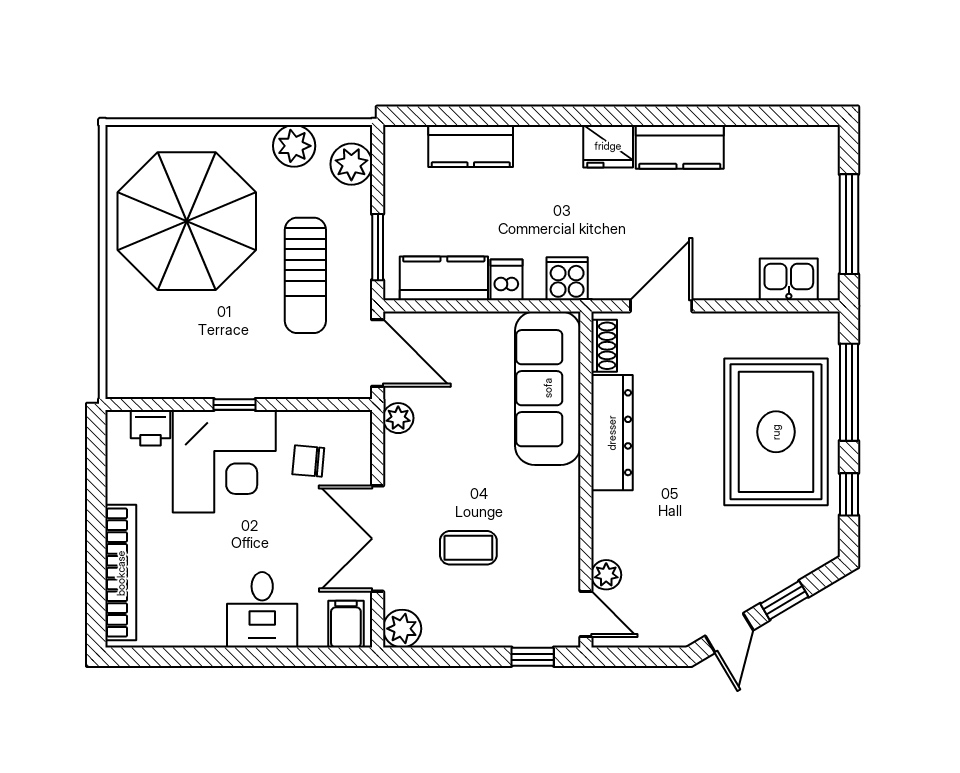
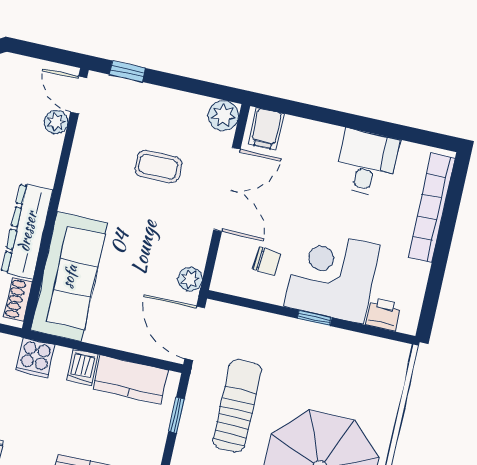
window: (378, 247) -> (176, 415), width x0.67
desk: (262, 610) -> (367, 163), moved

